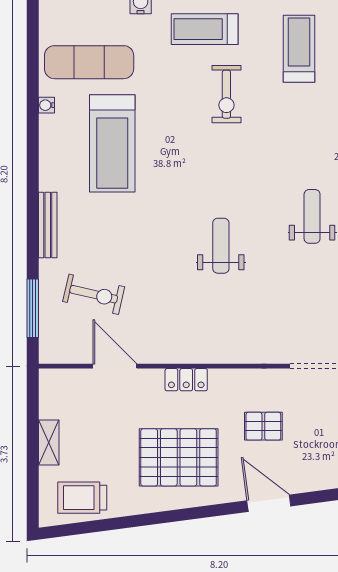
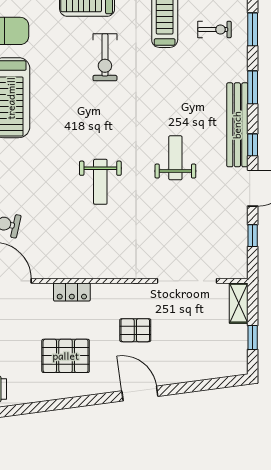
weight bench: (221, 246) -> (100, 182), turned 180
pallet: (179, 457) -> (66, 356), width x0.73, depth x0.71

